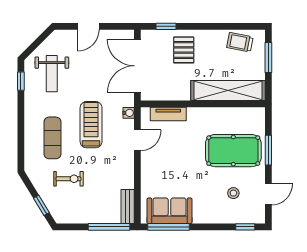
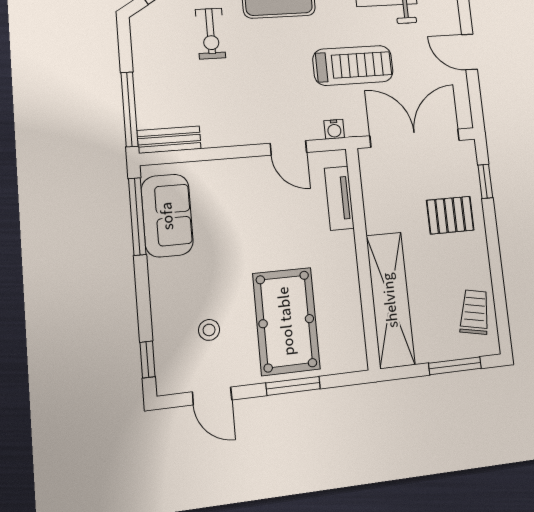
treadmill: (91, 125) -> (353, 65), moved

